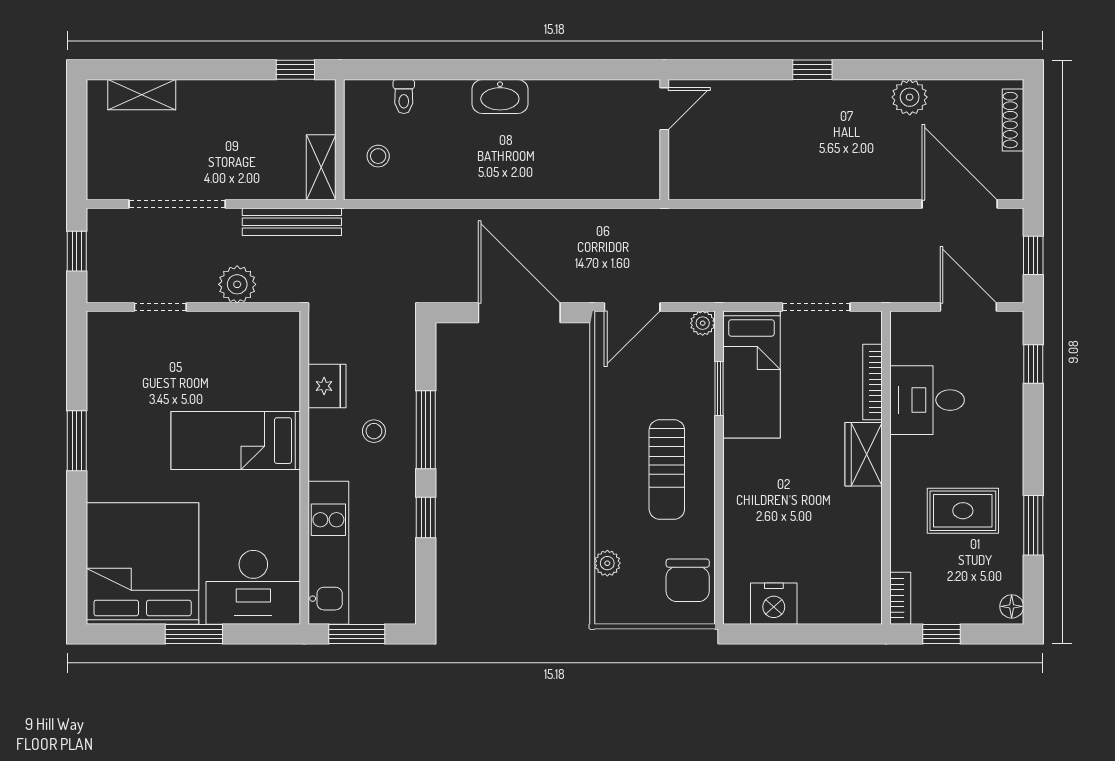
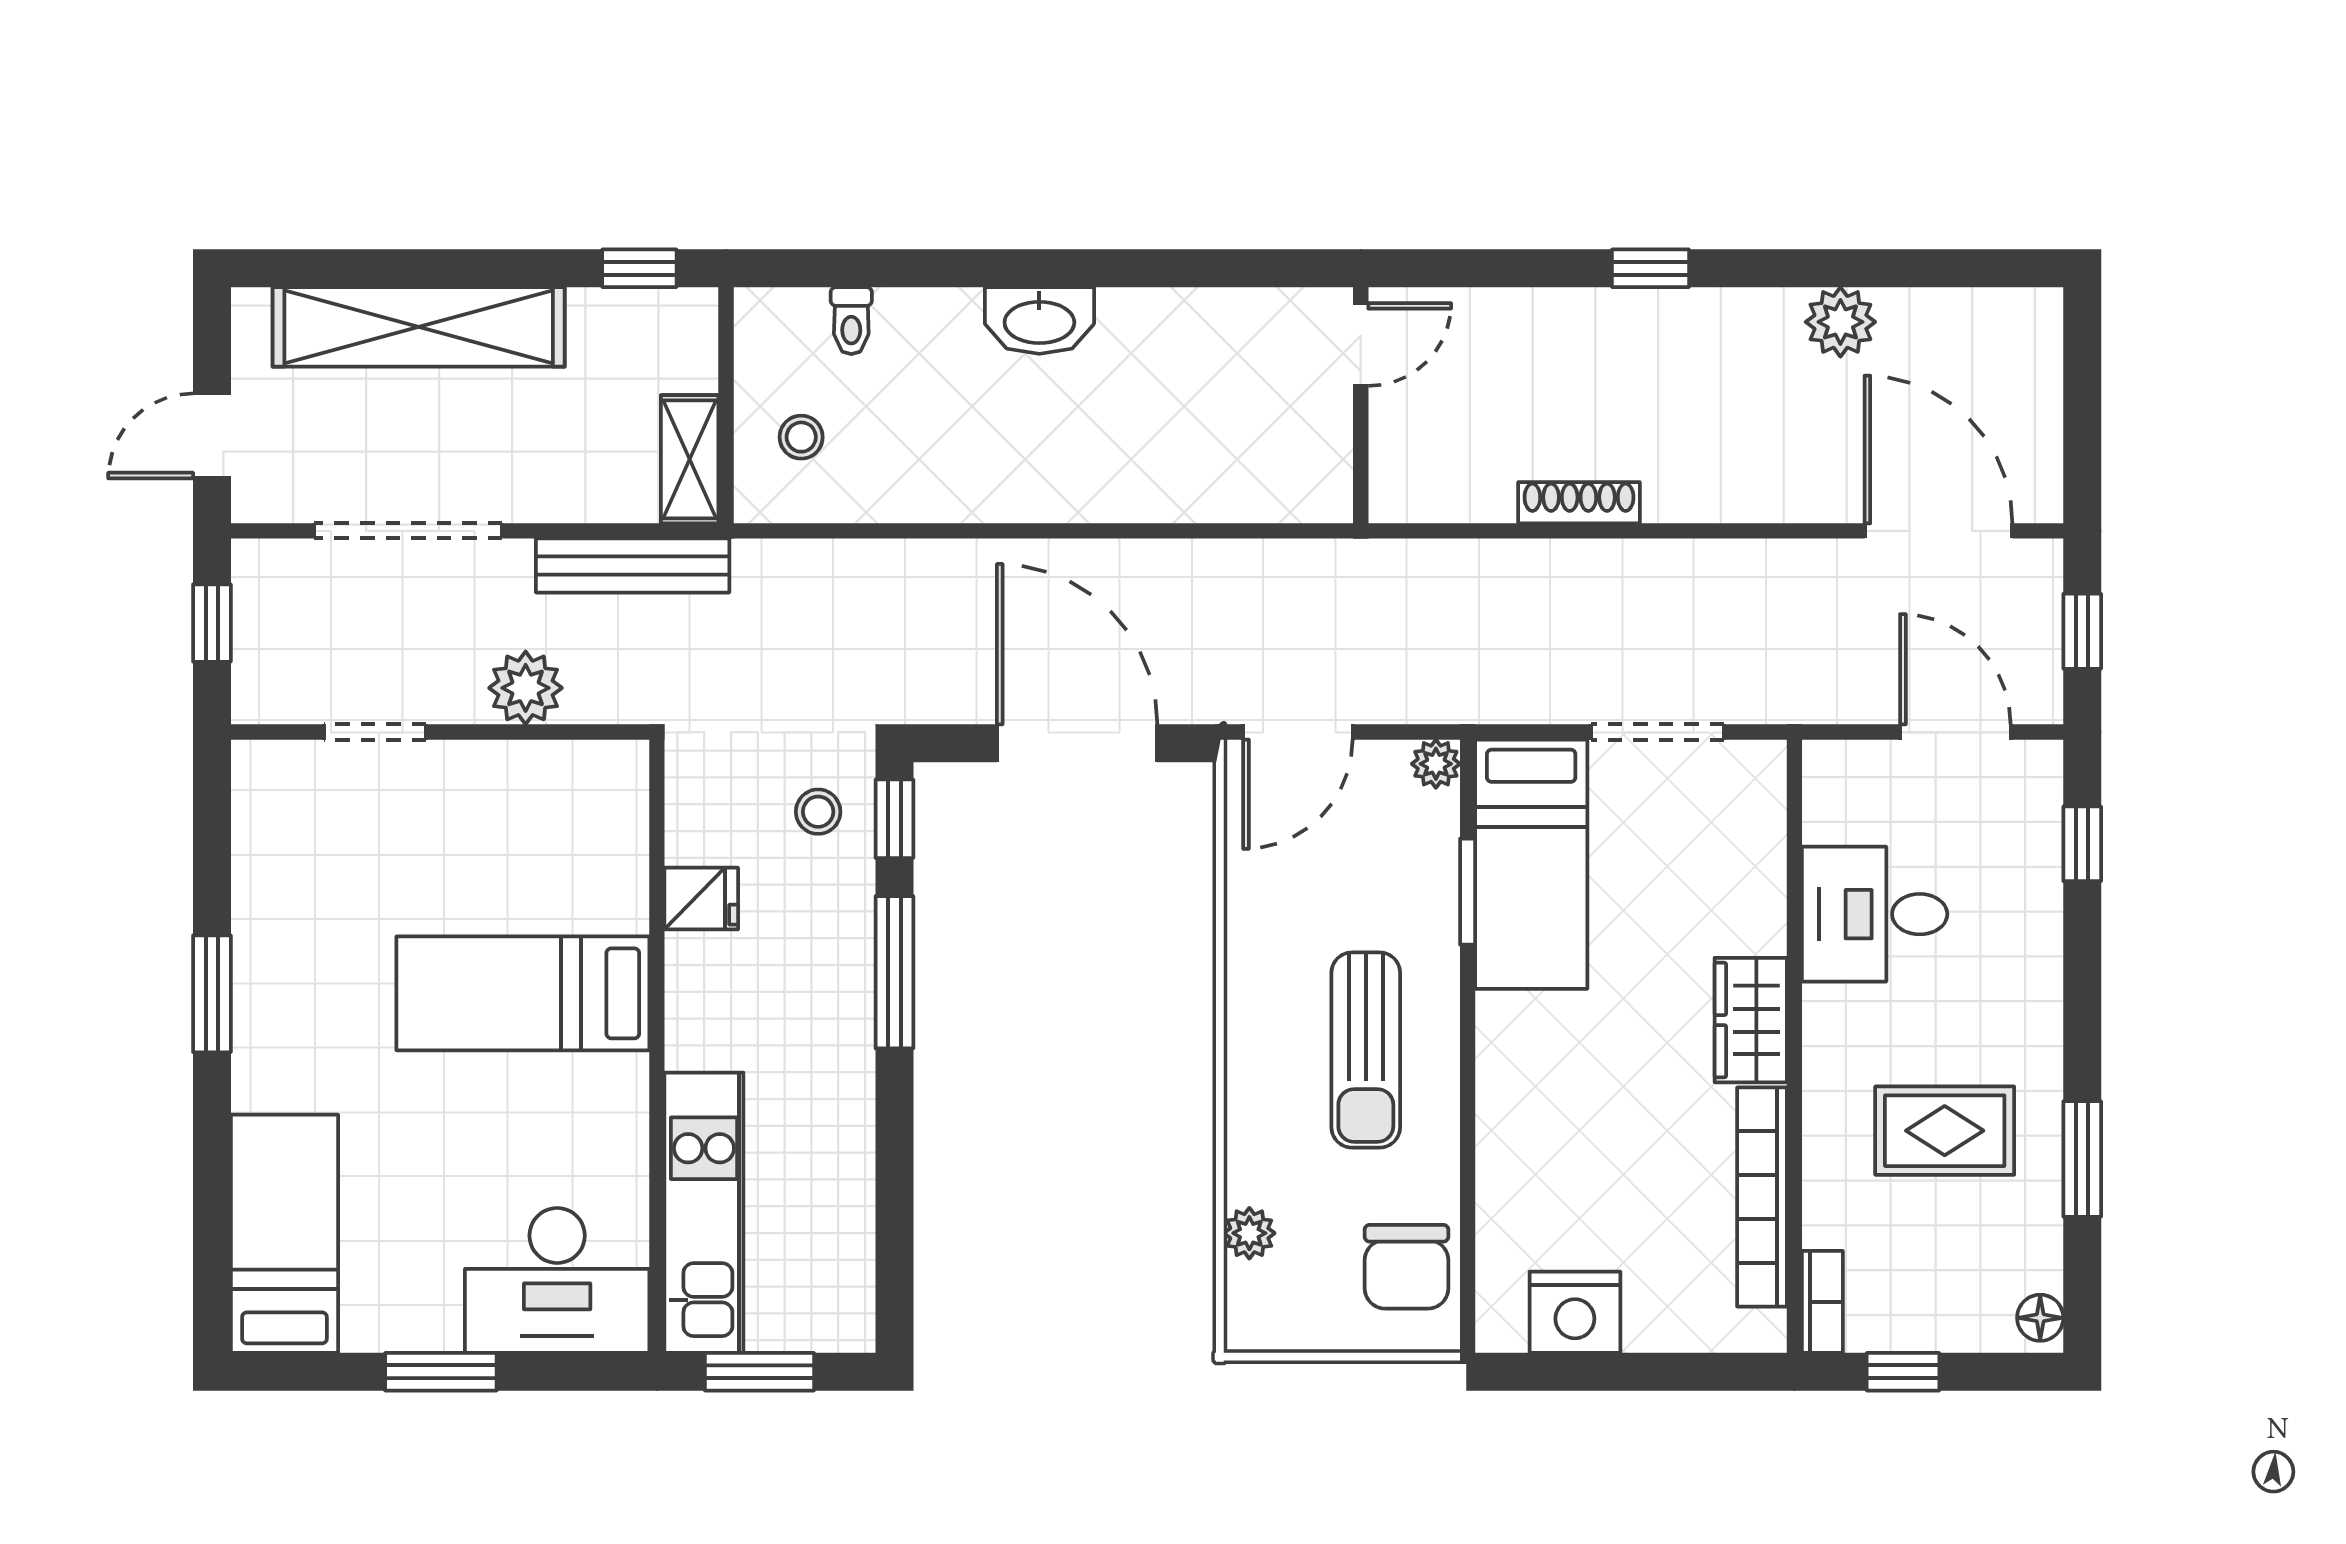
shelving: (142, 95) -> (419, 327), width x2.20, depth x1.33
shoe rack: (1013, 120) -> (1579, 503), moved, turned 90
door: (77, 156) -> (212, 436), added
bookcase: (872, 382) -> (1762, 1197), moved, width x1.48, depth x1.31
fridge: (327, 386) -> (701, 899), width x0.72
stool: (374, 431) -> (818, 812), moved
window: (426, 517) -> (894, 819), moved
bed: (143, 563) -> (284, 1234), width x0.49

